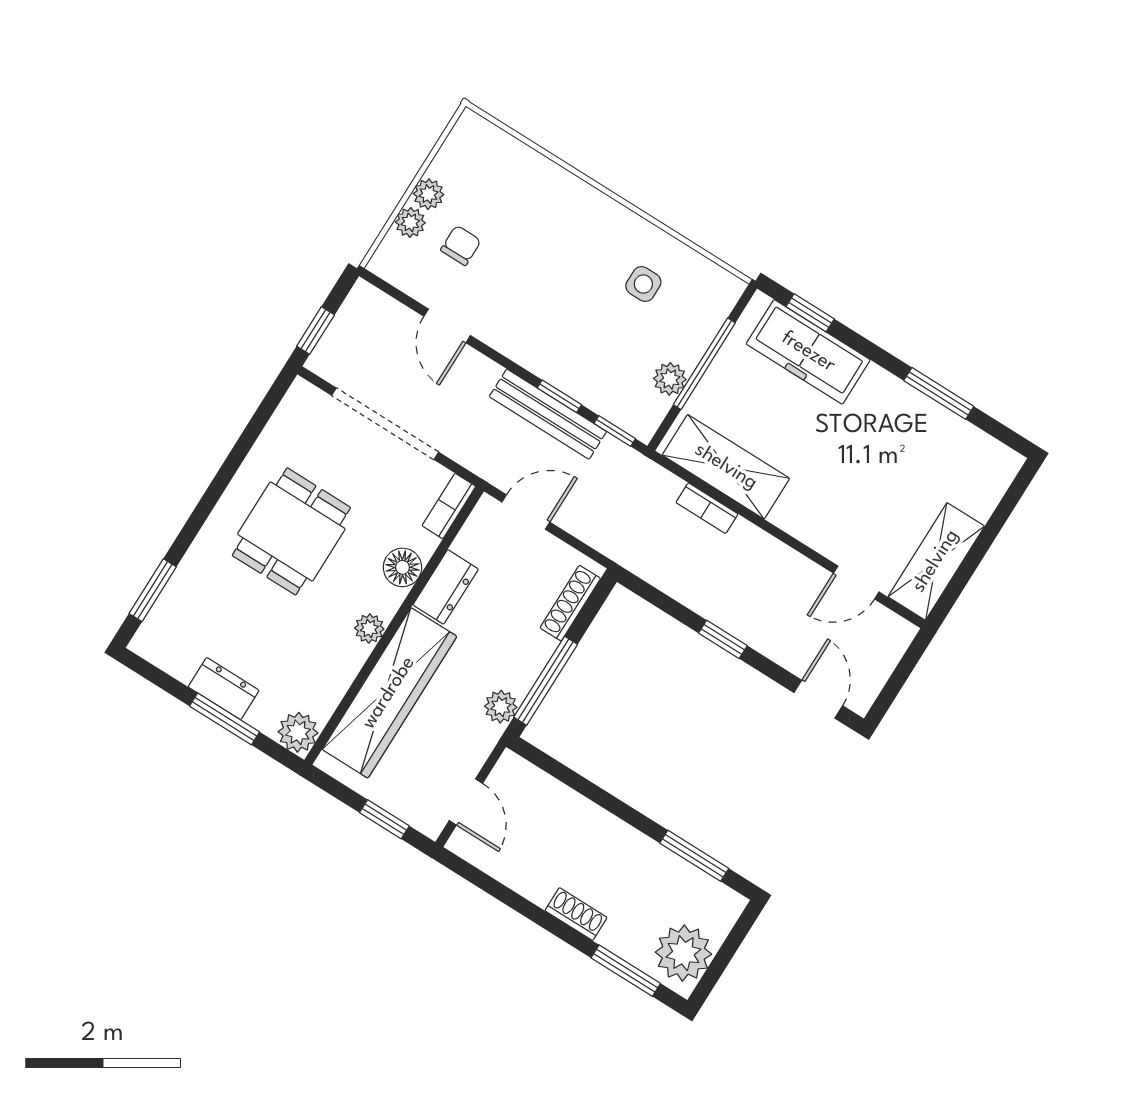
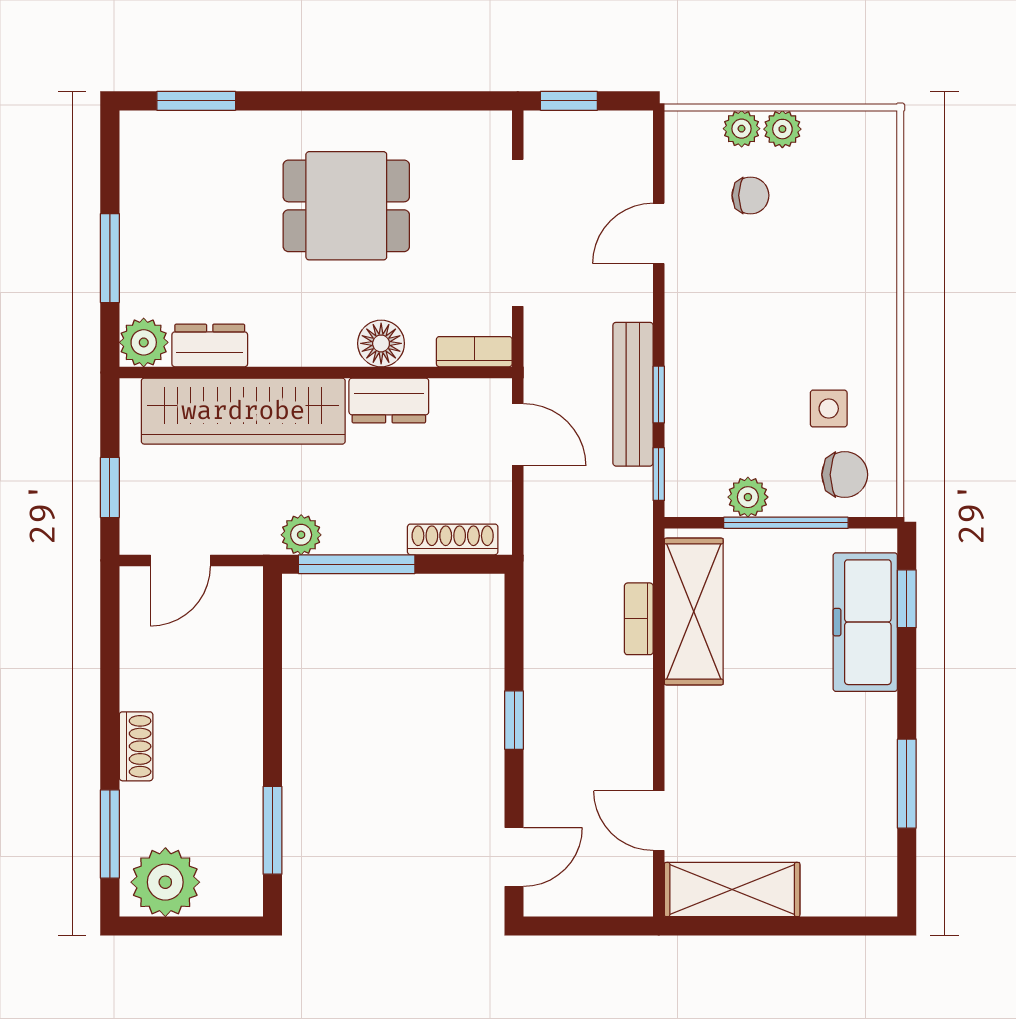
chair: (696, 302) -> (845, 475), added
plant: (369, 629) -> (297, 349), removed
dresser: (224, 689) -> (210, 346), moved, turned -90

